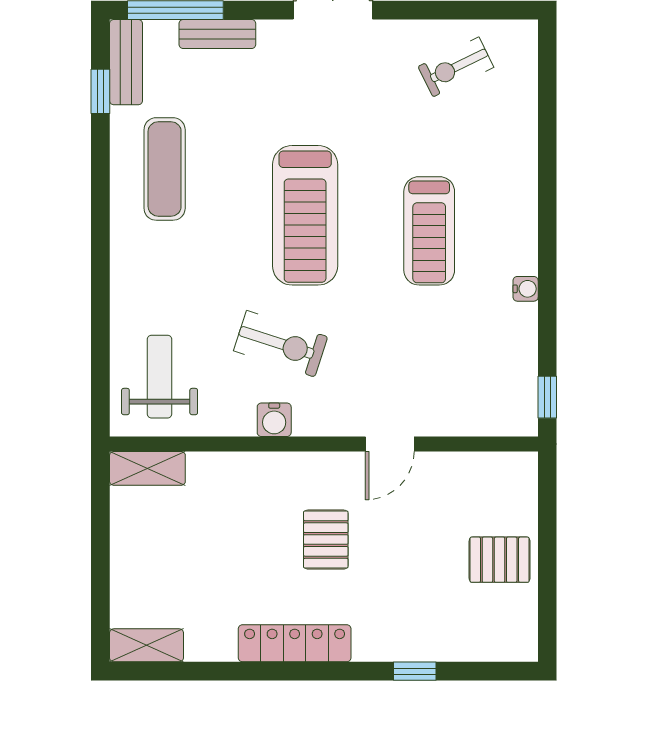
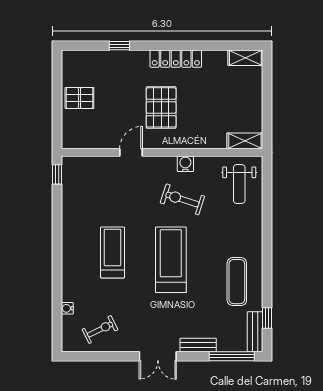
bench: (217, 34) -> (198, 345), moved
water cooler: (526, 289) -> (67, 308), moved
pallet: (326, 540) -> (161, 107), width x1.50, depth x1.42

